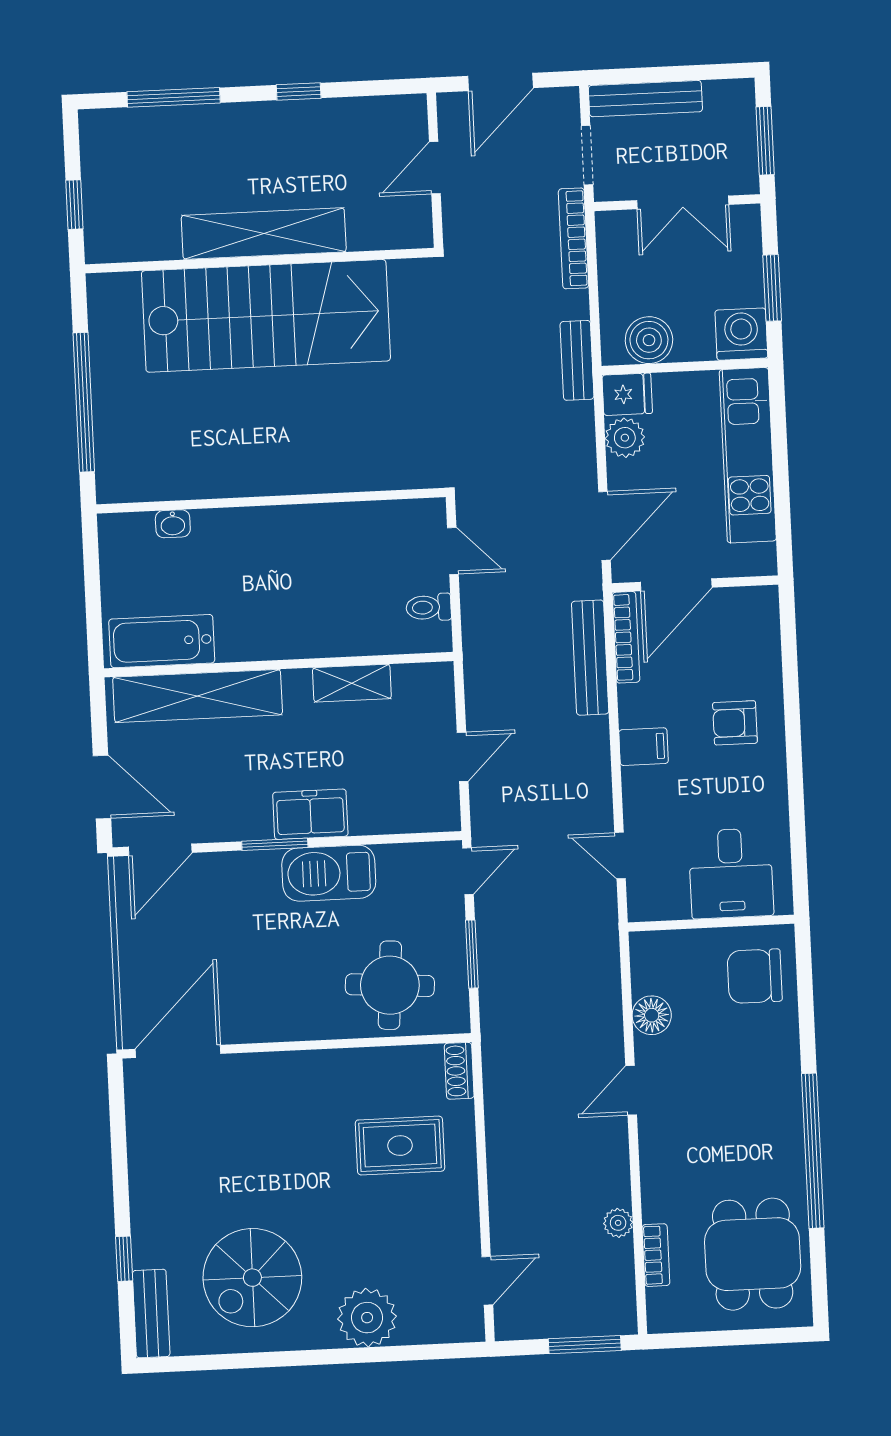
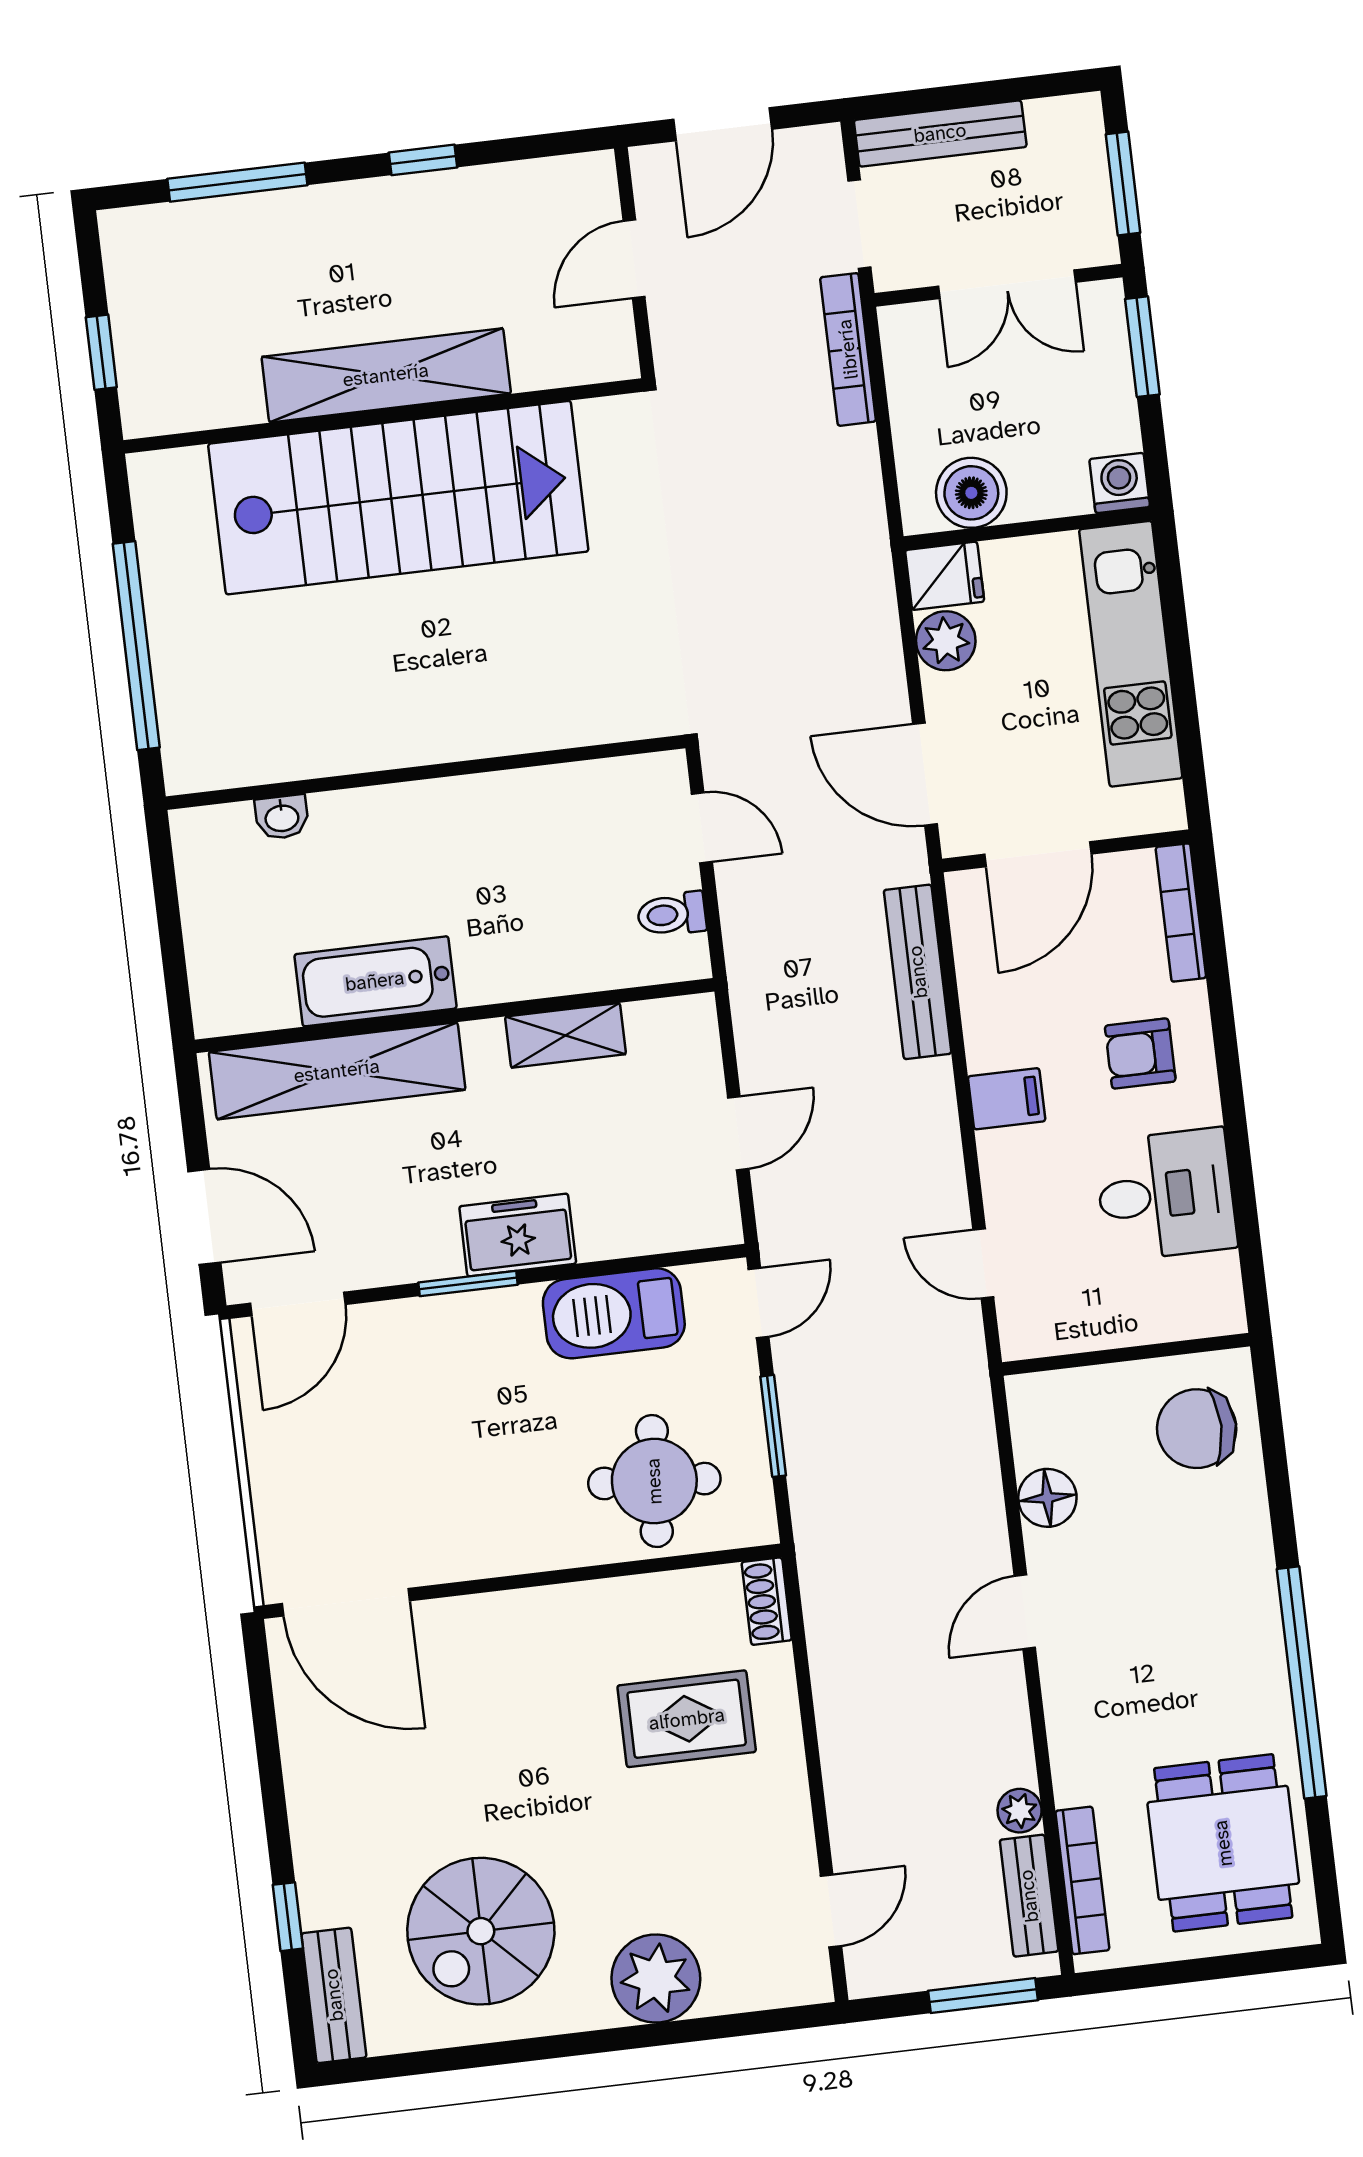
window: (772, 288) -> (1142, 347), moved
washing machine: (741, 334) -> (1120, 483), width x0.73, depth x0.73
bench: (577, 360) -> (1029, 1896), moved
door: (605, 526) -> (925, 774), swing flipped
bookcase: (626, 637) -> (1181, 913), moved, turned 180
bathtub: (162, 641) -> (375, 981), moved
barbecue: (329, 873) -> (614, 1313), moved
desk: (731, 873) -> (1166, 1195), moved, turned -90
door: (178, 1051) -> (346, 1602), swing flipped
bookcase: (656, 1255) -> (1082, 1880), width x1.56

